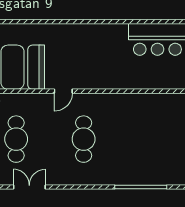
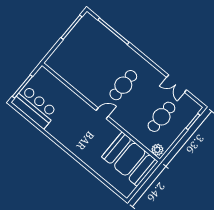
door: (63, 91) -> (102, 113), moved

